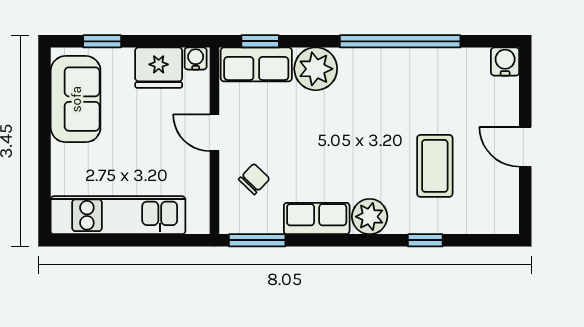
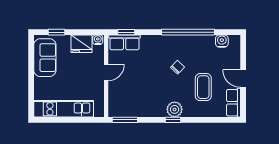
water cooler: (505, 61) -> (222, 41), moved
plant: (316, 69) -> (151, 44), removed
door: (214, 133) -> (106, 73), swing flipped
chair: (254, 179) -> (178, 67), moved
row of seats: (317, 218) -> (234, 103), moved, turned -90
window: (425, 240) -> (173, 120), moved

